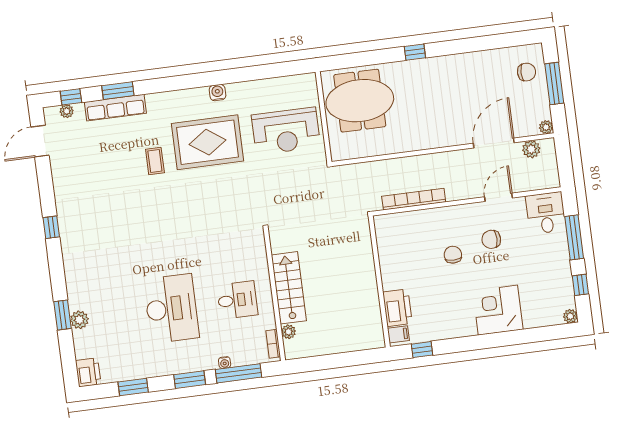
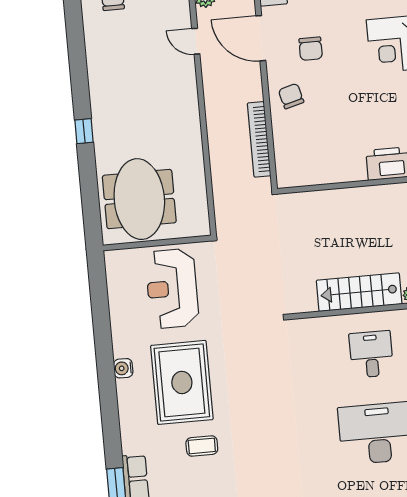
reception desk: (286, 131) -> (172, 288), turned 180
door: (494, 143) -> (196, 41), width x0.53
door: (498, 197) -> (261, 38), width x1.36
chair: (453, 255) -> (291, 96), moved, turned 75

